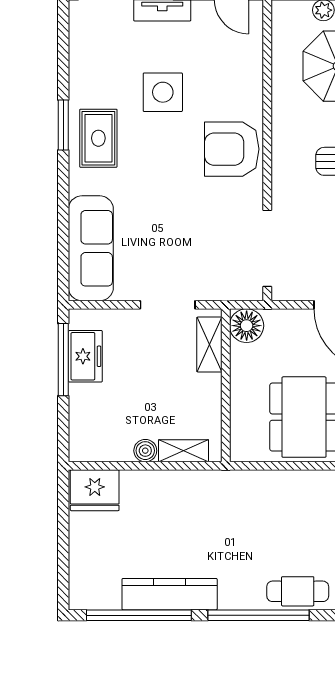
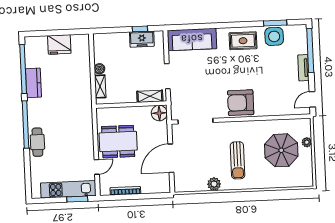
side table: (163, 92) -> (274, 36), moved
window: (63, 125) -> (275, 23), moved
armchair: (232, 149) -> (241, 103), turned -90
window: (63, 360) -> (140, 29), width x0.46
fridge: (95, 490) -> (59, 44), moved, turned -90
kitchen counter: (170, 594) -> (33, 83), width x0.67

